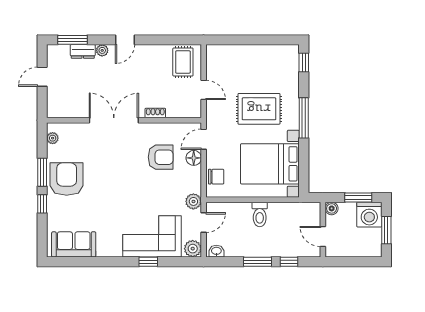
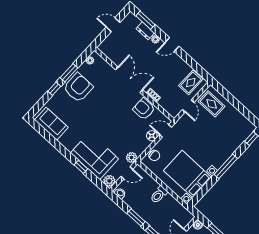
rug: (259, 109) -> (212, 104), moved, width x0.73, depth x0.70
armchair: (161, 157) -> (144, 109), moved, turned 180

